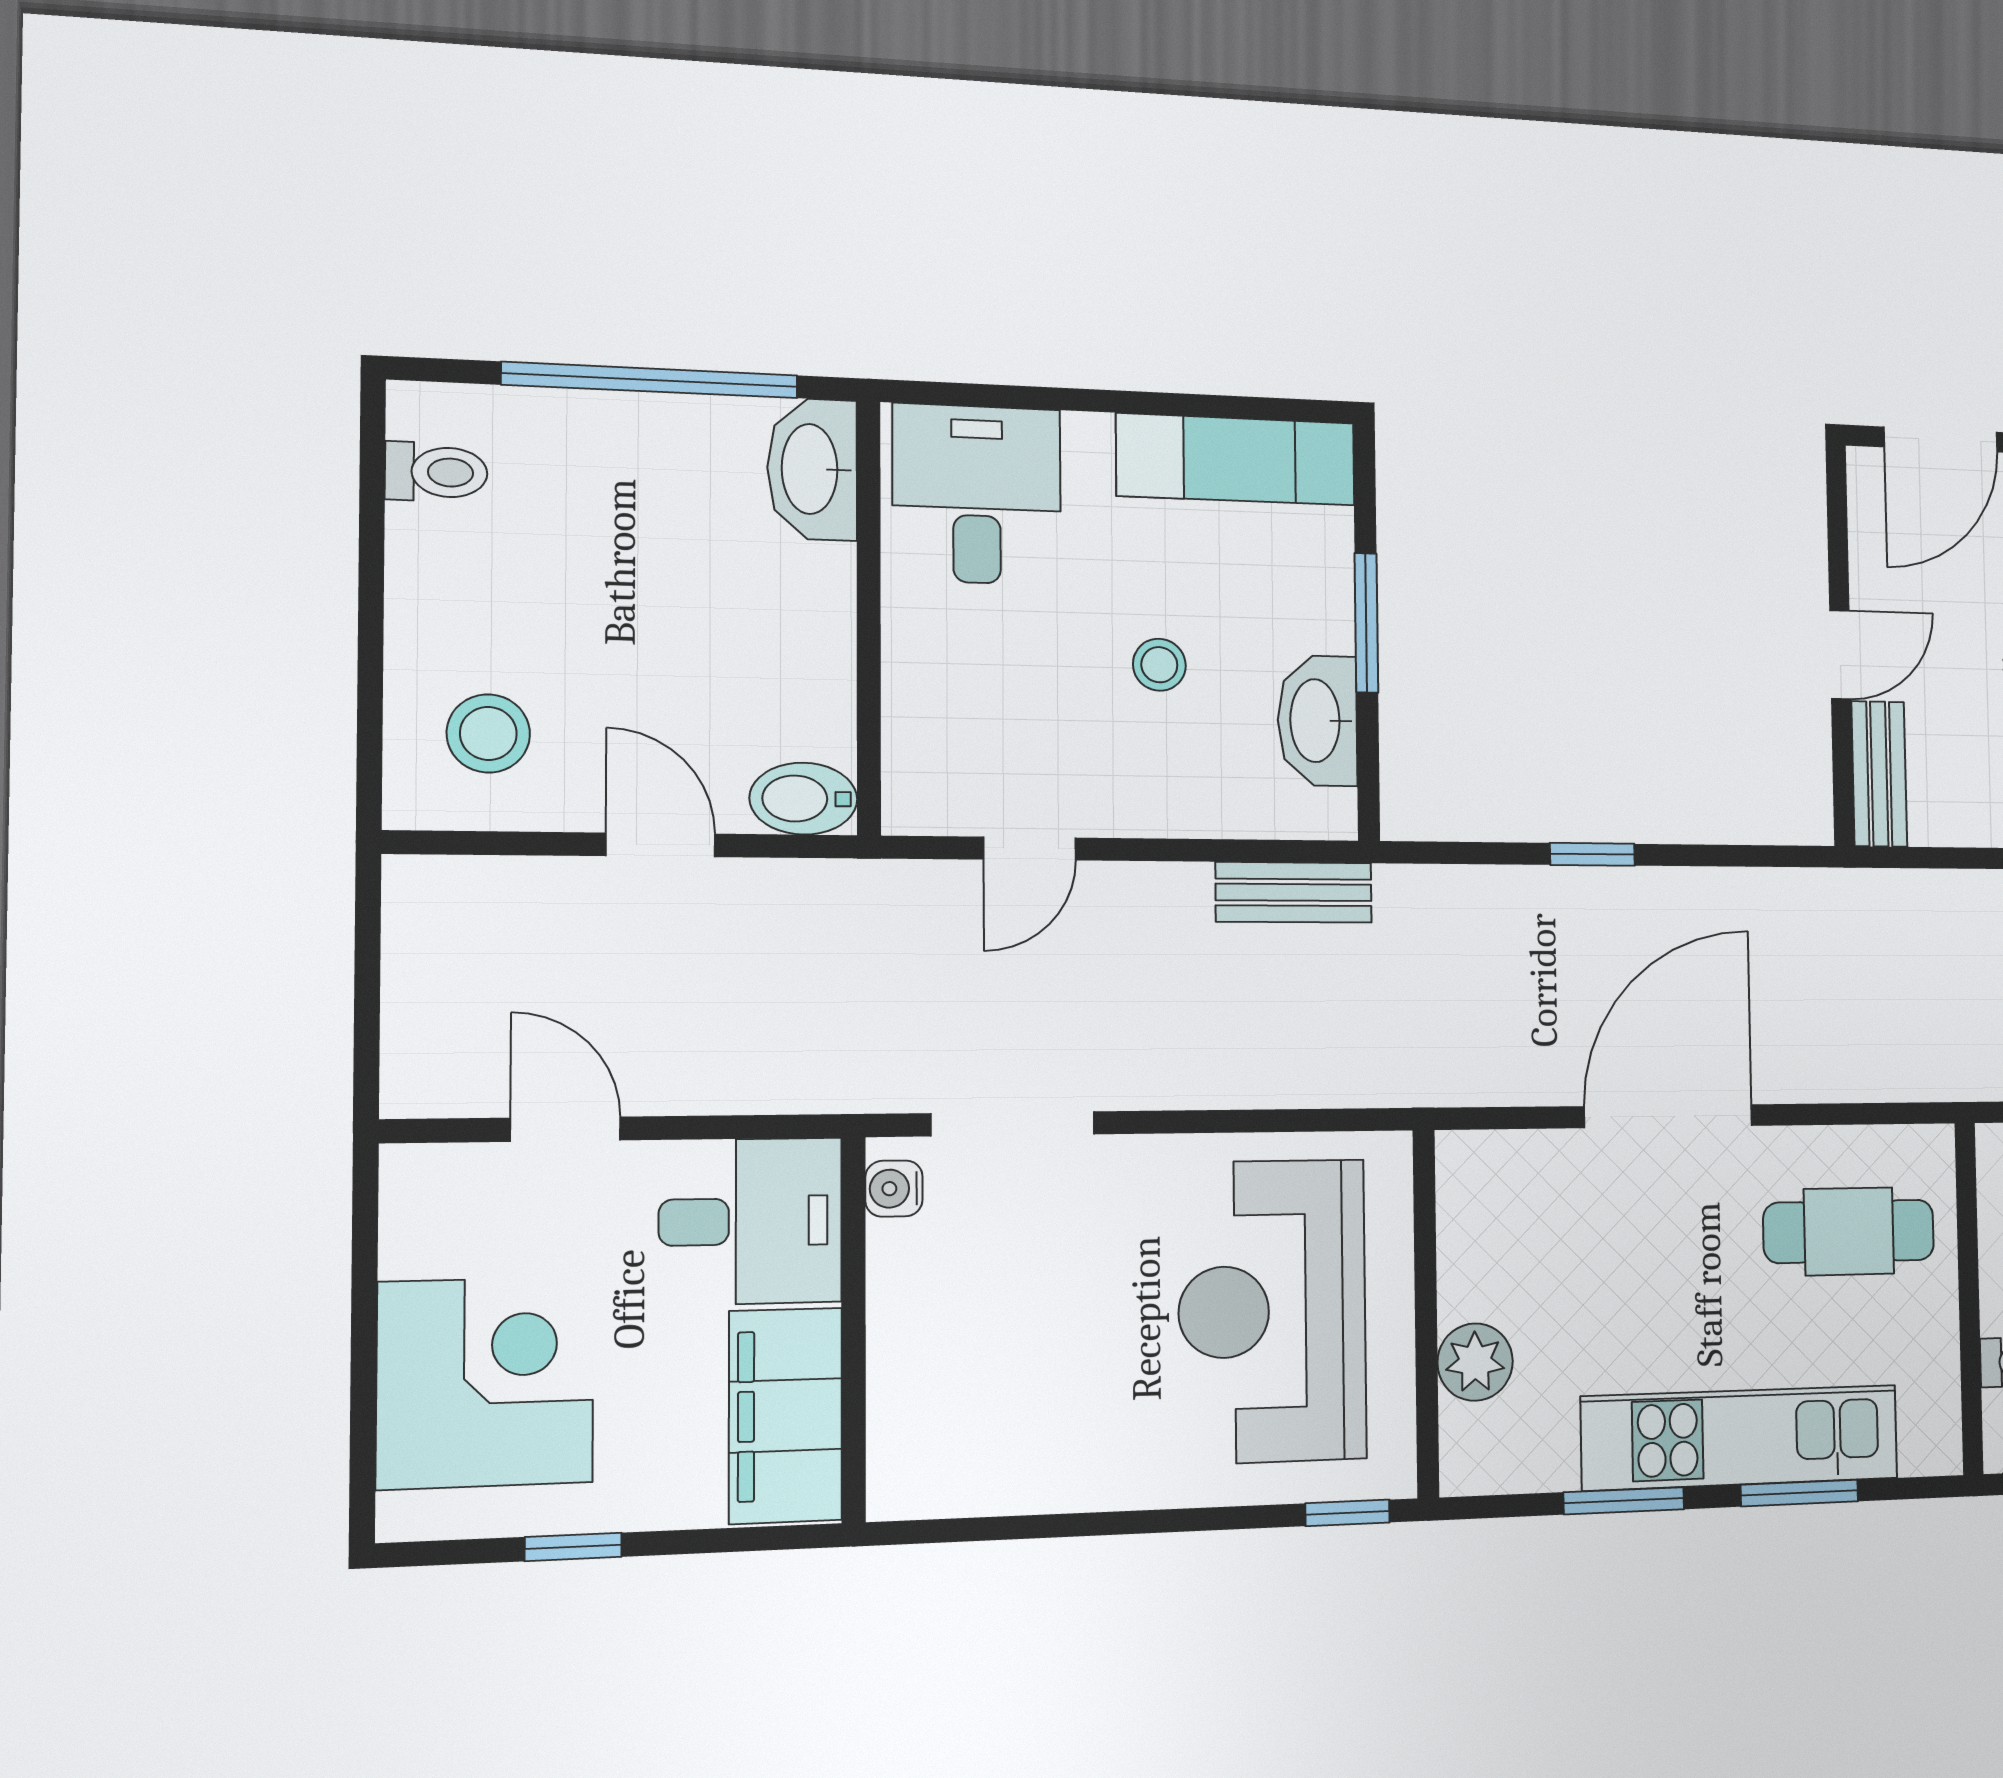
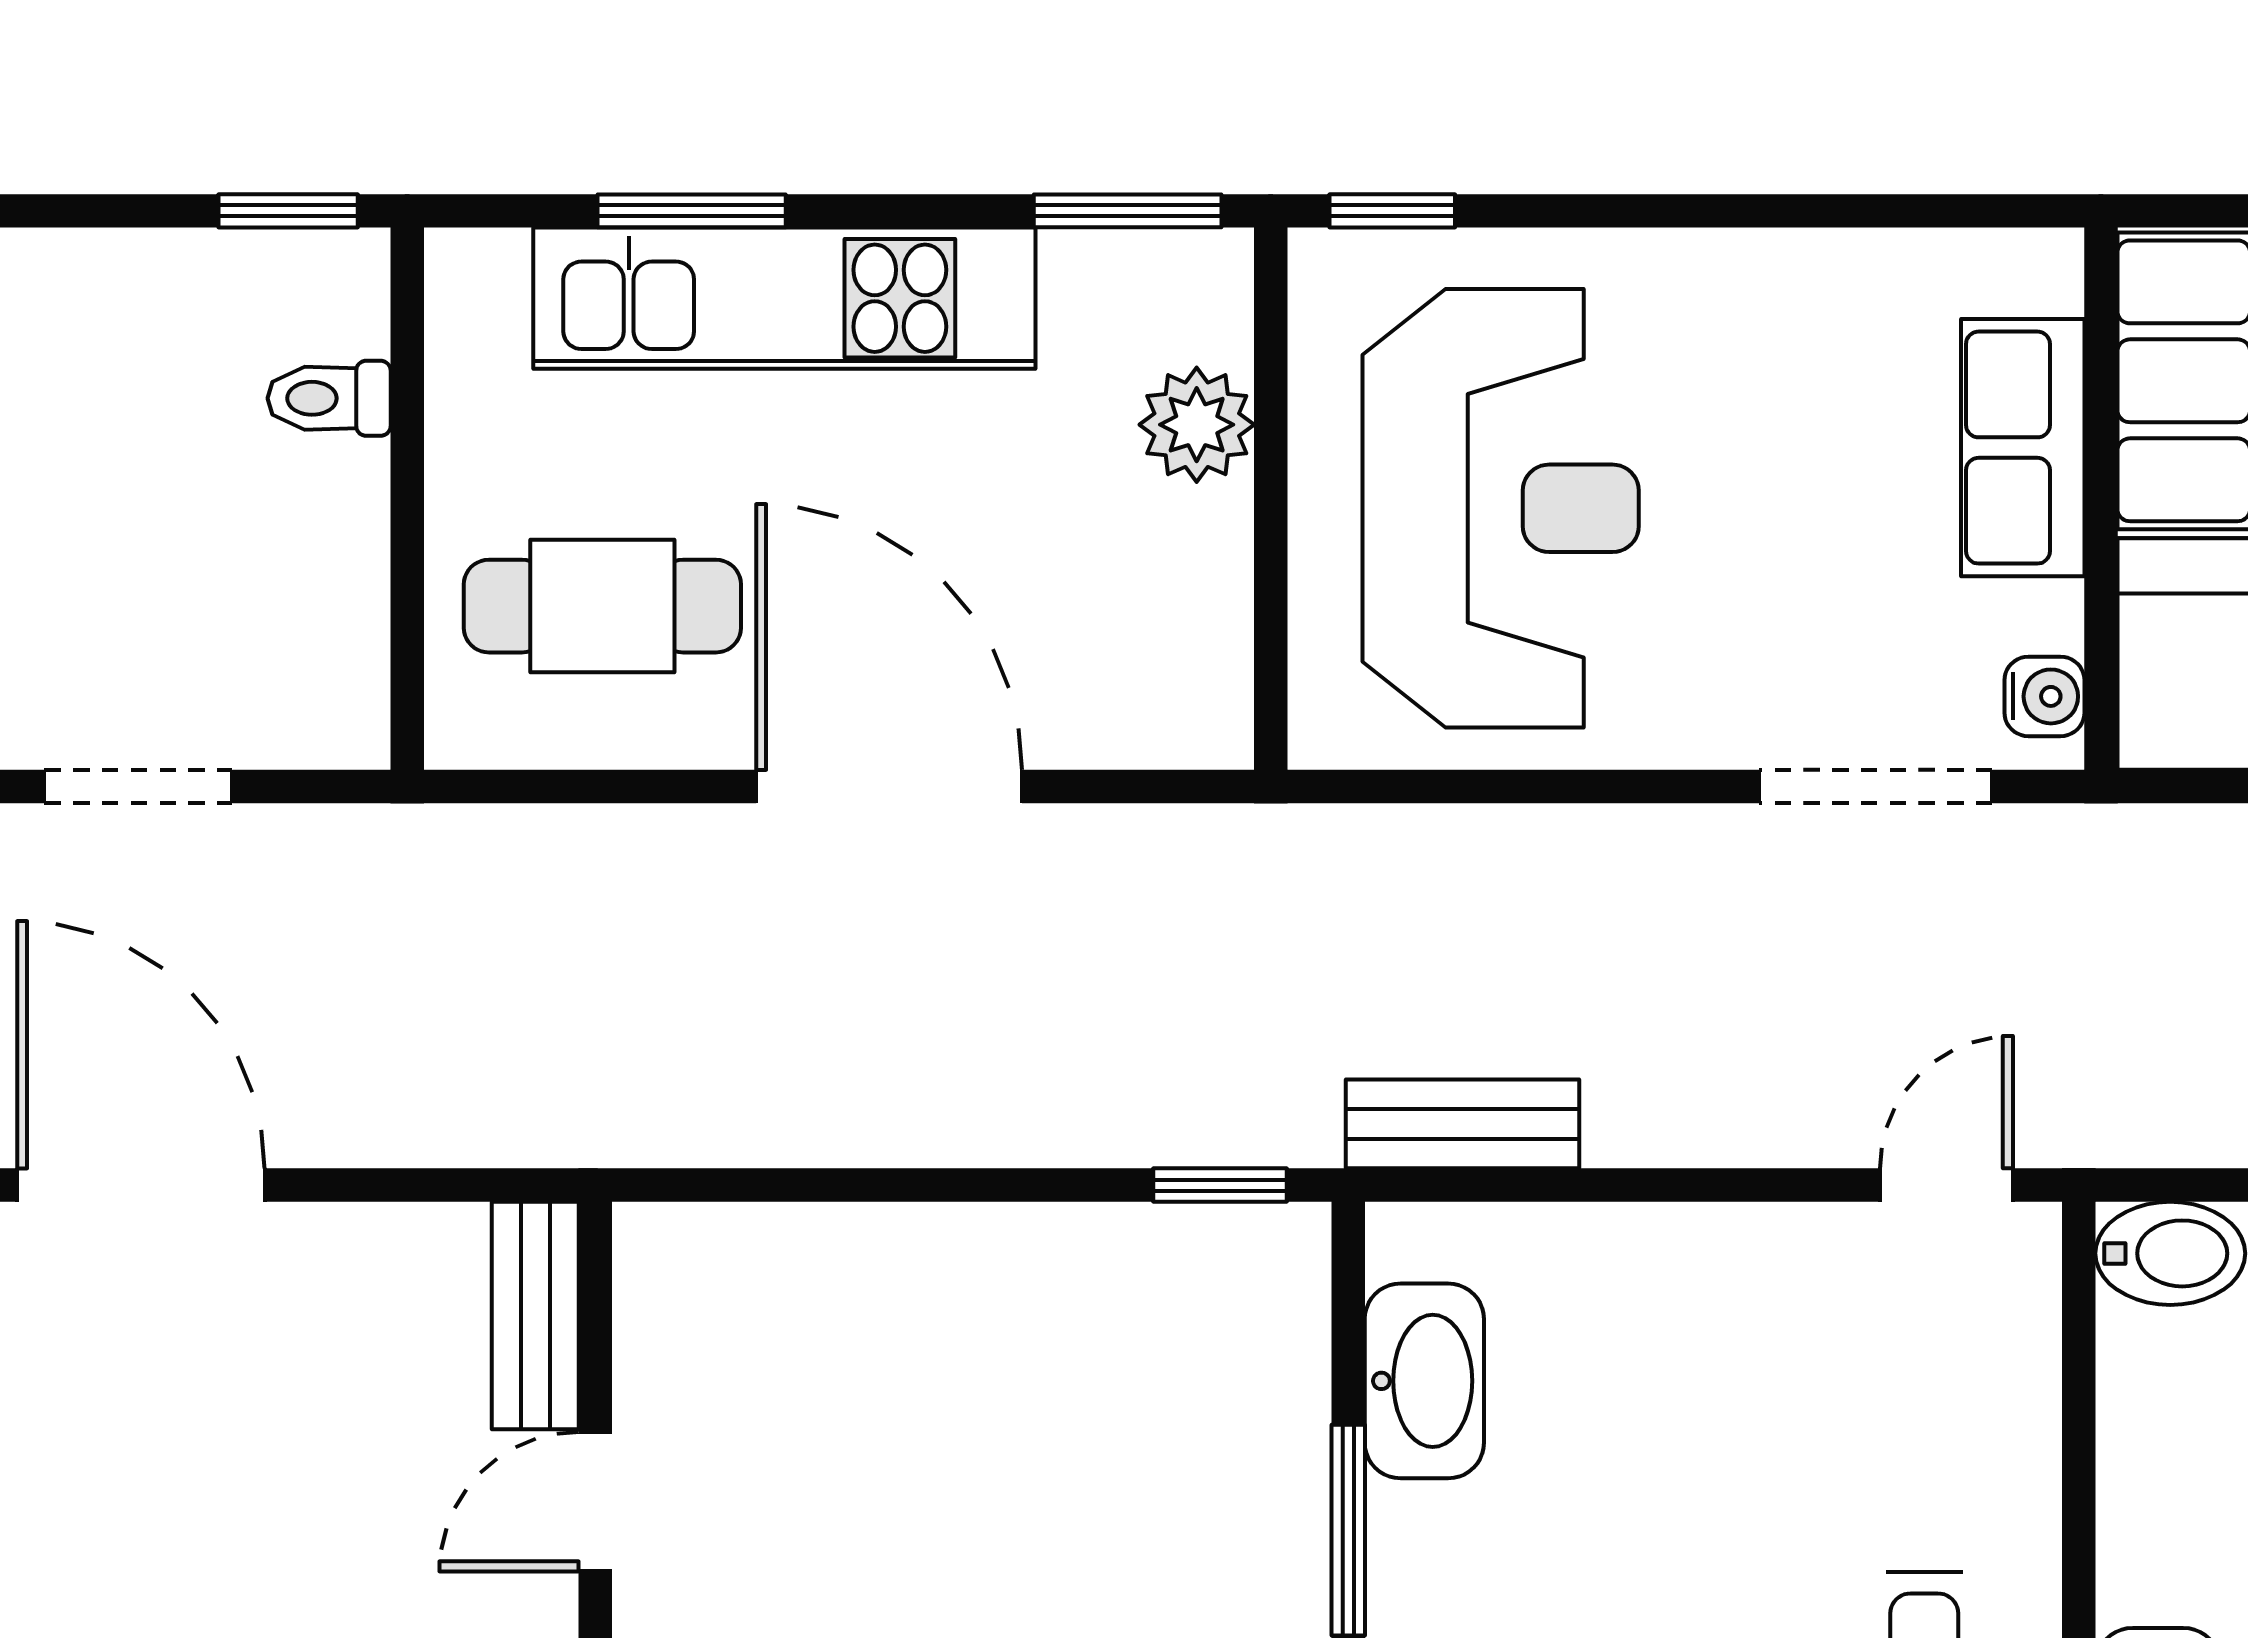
stool: (1159, 665) -> (1660, 1459), removed
door: (1030, 849) -> (1946, 1185), moved
window: (1592, 854) -> (1220, 1185), moved
door: (1669, 1116) -> (889, 787), swing flipped
row of seats: (910, 1364) -> (2023, 448), added
window: (1624, 1501) -> (1128, 211), moved

